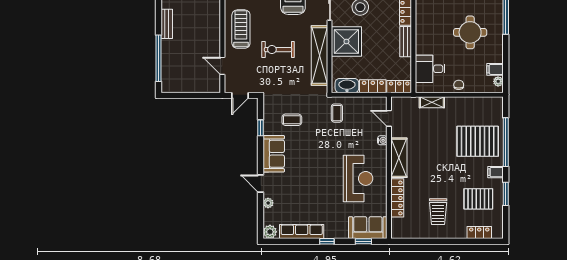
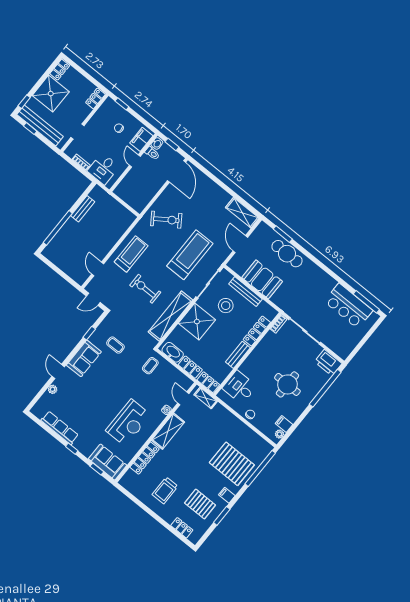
shelving: (432, 102) -> (206, 398), moved
window: (506, 142) -> (260, 468), moved
plant: (270, 232) -> (38, 410), removed

